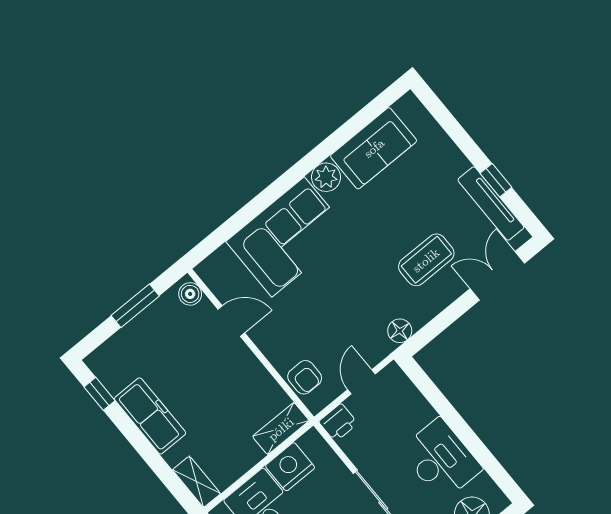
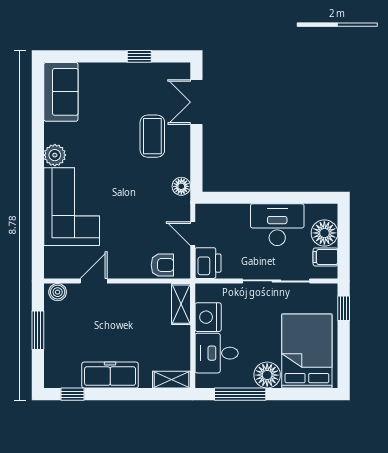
sofa: (374, 148) -> (61, 92), moved
tv unit: (491, 204) -> (151, 71), removed
printer: (338, 423) -> (208, 263), width x1.36, depth x1.24

